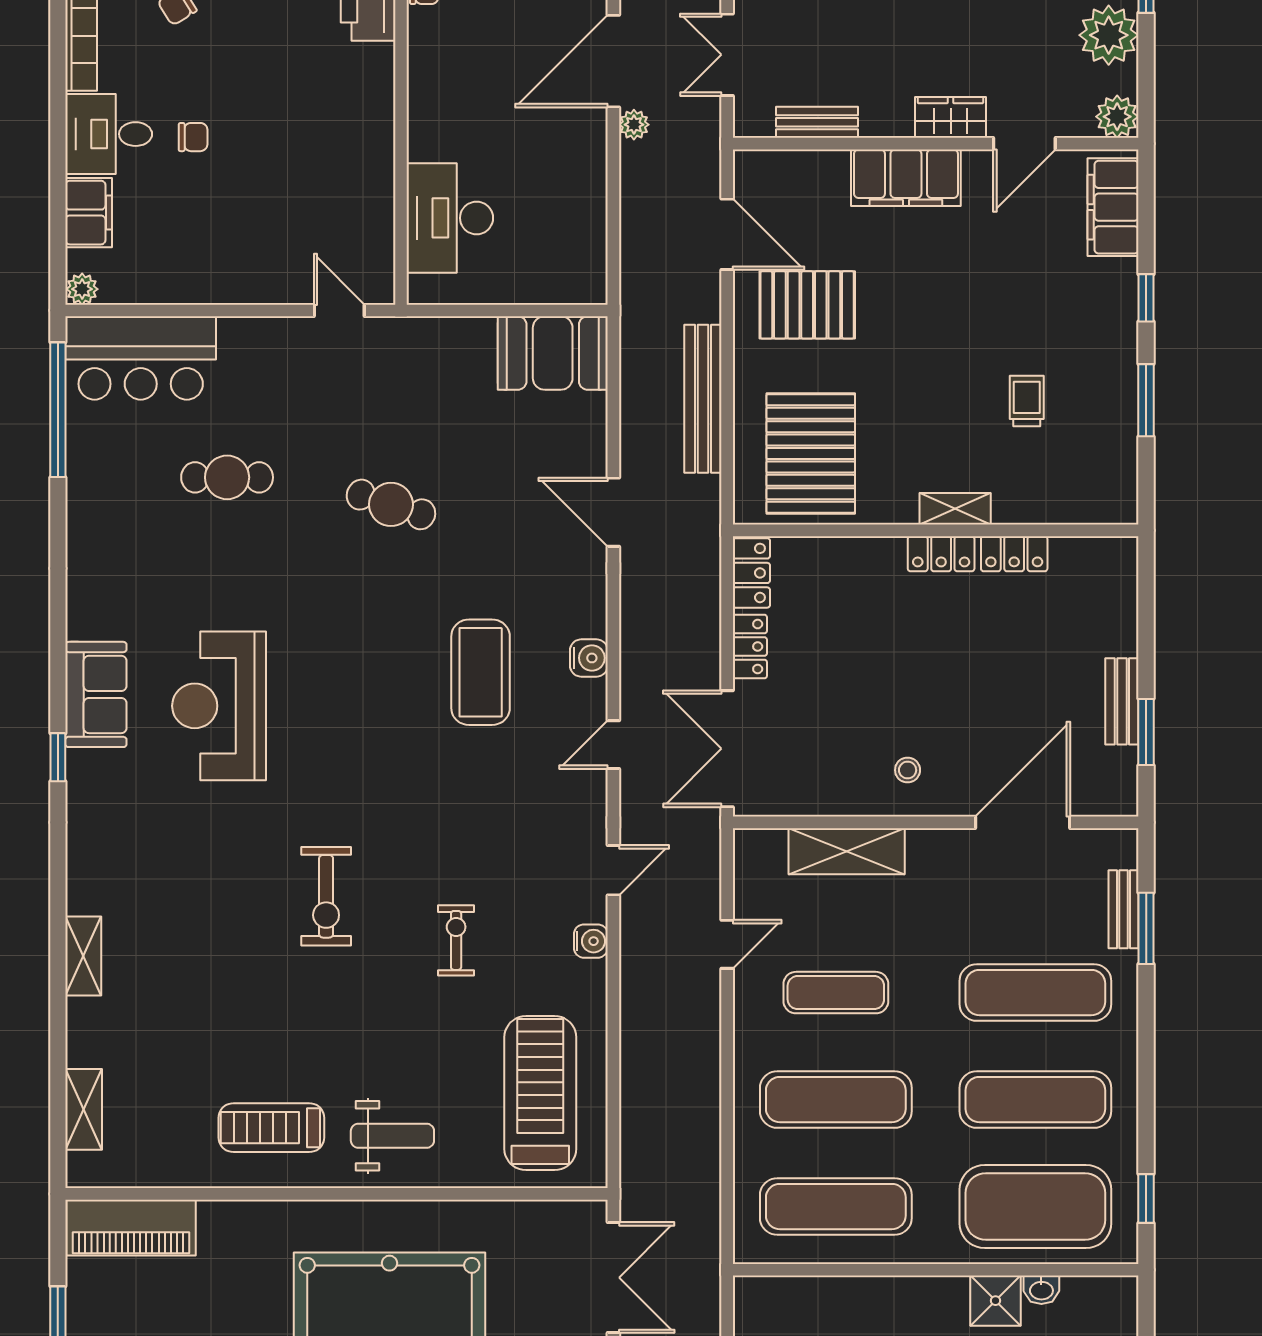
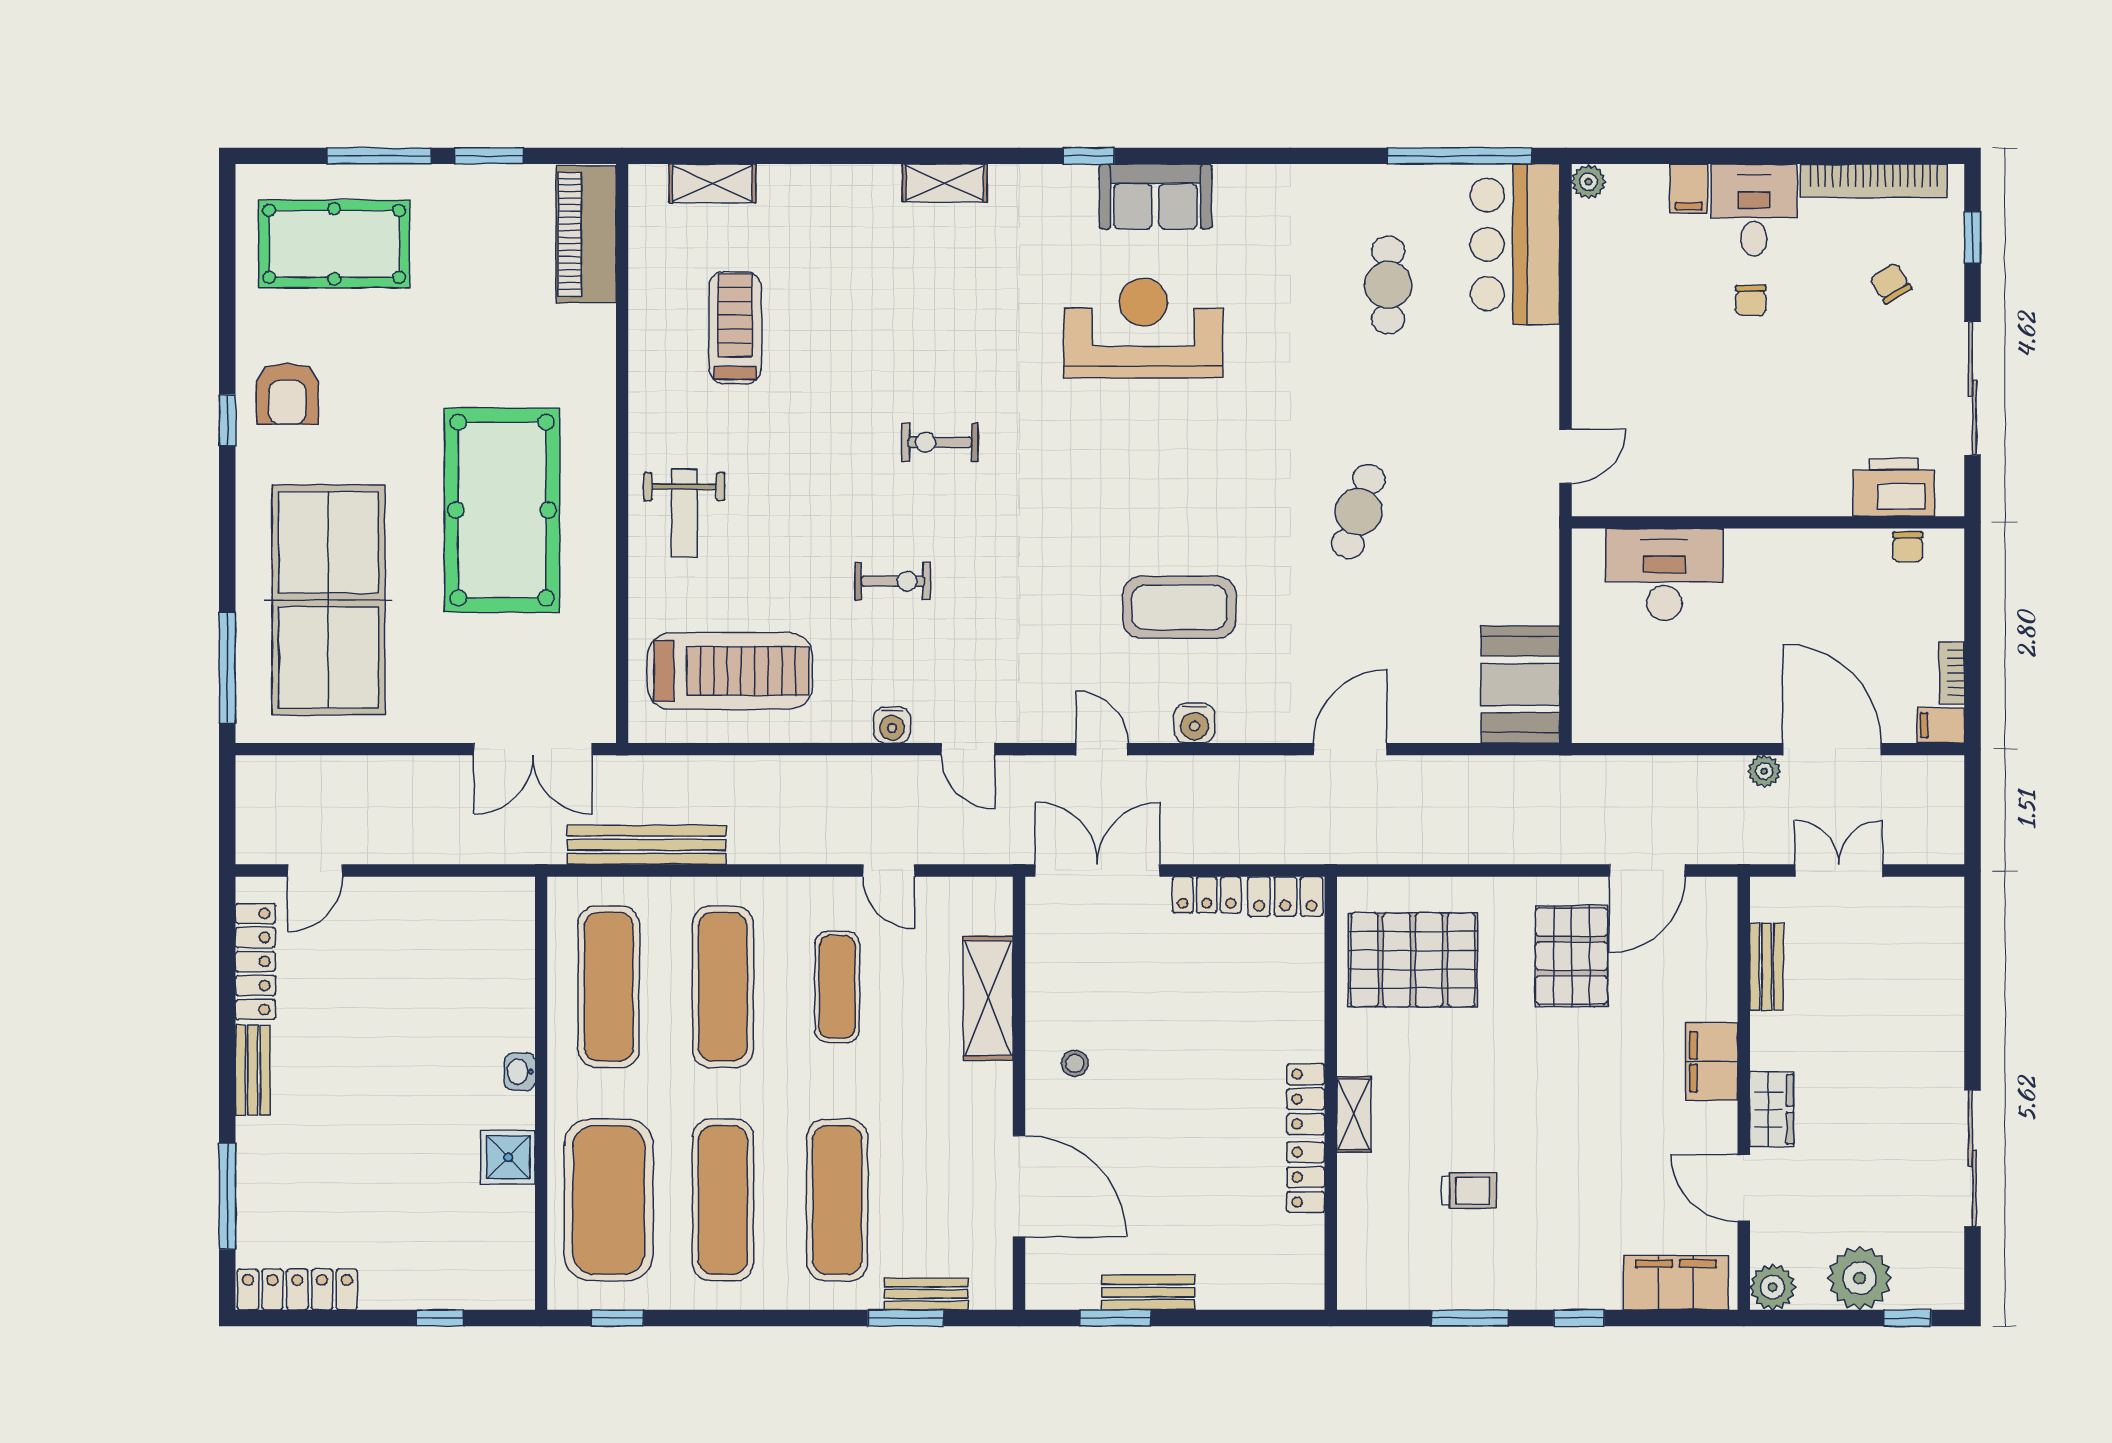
filing cabinet: (906, 178) -> (1712, 1062), width x0.67, depth x0.86
filing cabinet: (89, 213) -> (1689, 189), width x0.50
bench: (703, 399) -> (647, 845), moved
cafe table: (227, 477) -> (1388, 285), moved
exercise bike: (326, 896) -> (940, 442), width x0.73, depth x0.72
shelving: (83, 956) -> (945, 183), moved
treadmill: (271, 1128) -> (735, 328), moved
washbasin: (1041, 1290) -> (520, 1072), moved

